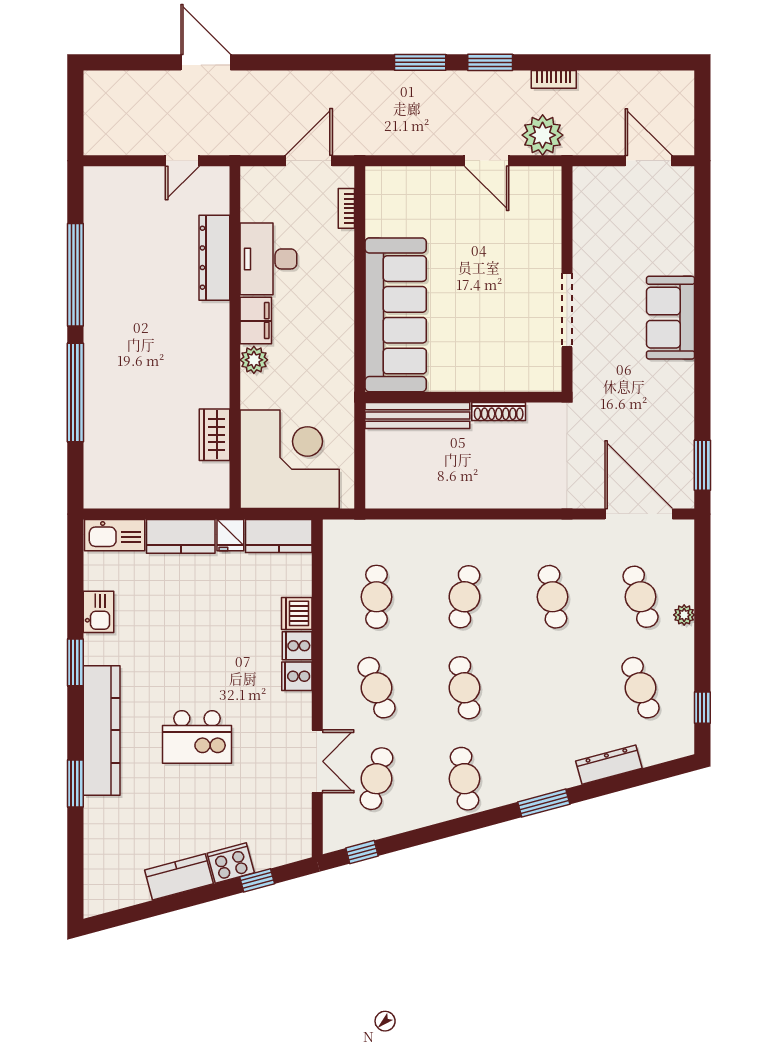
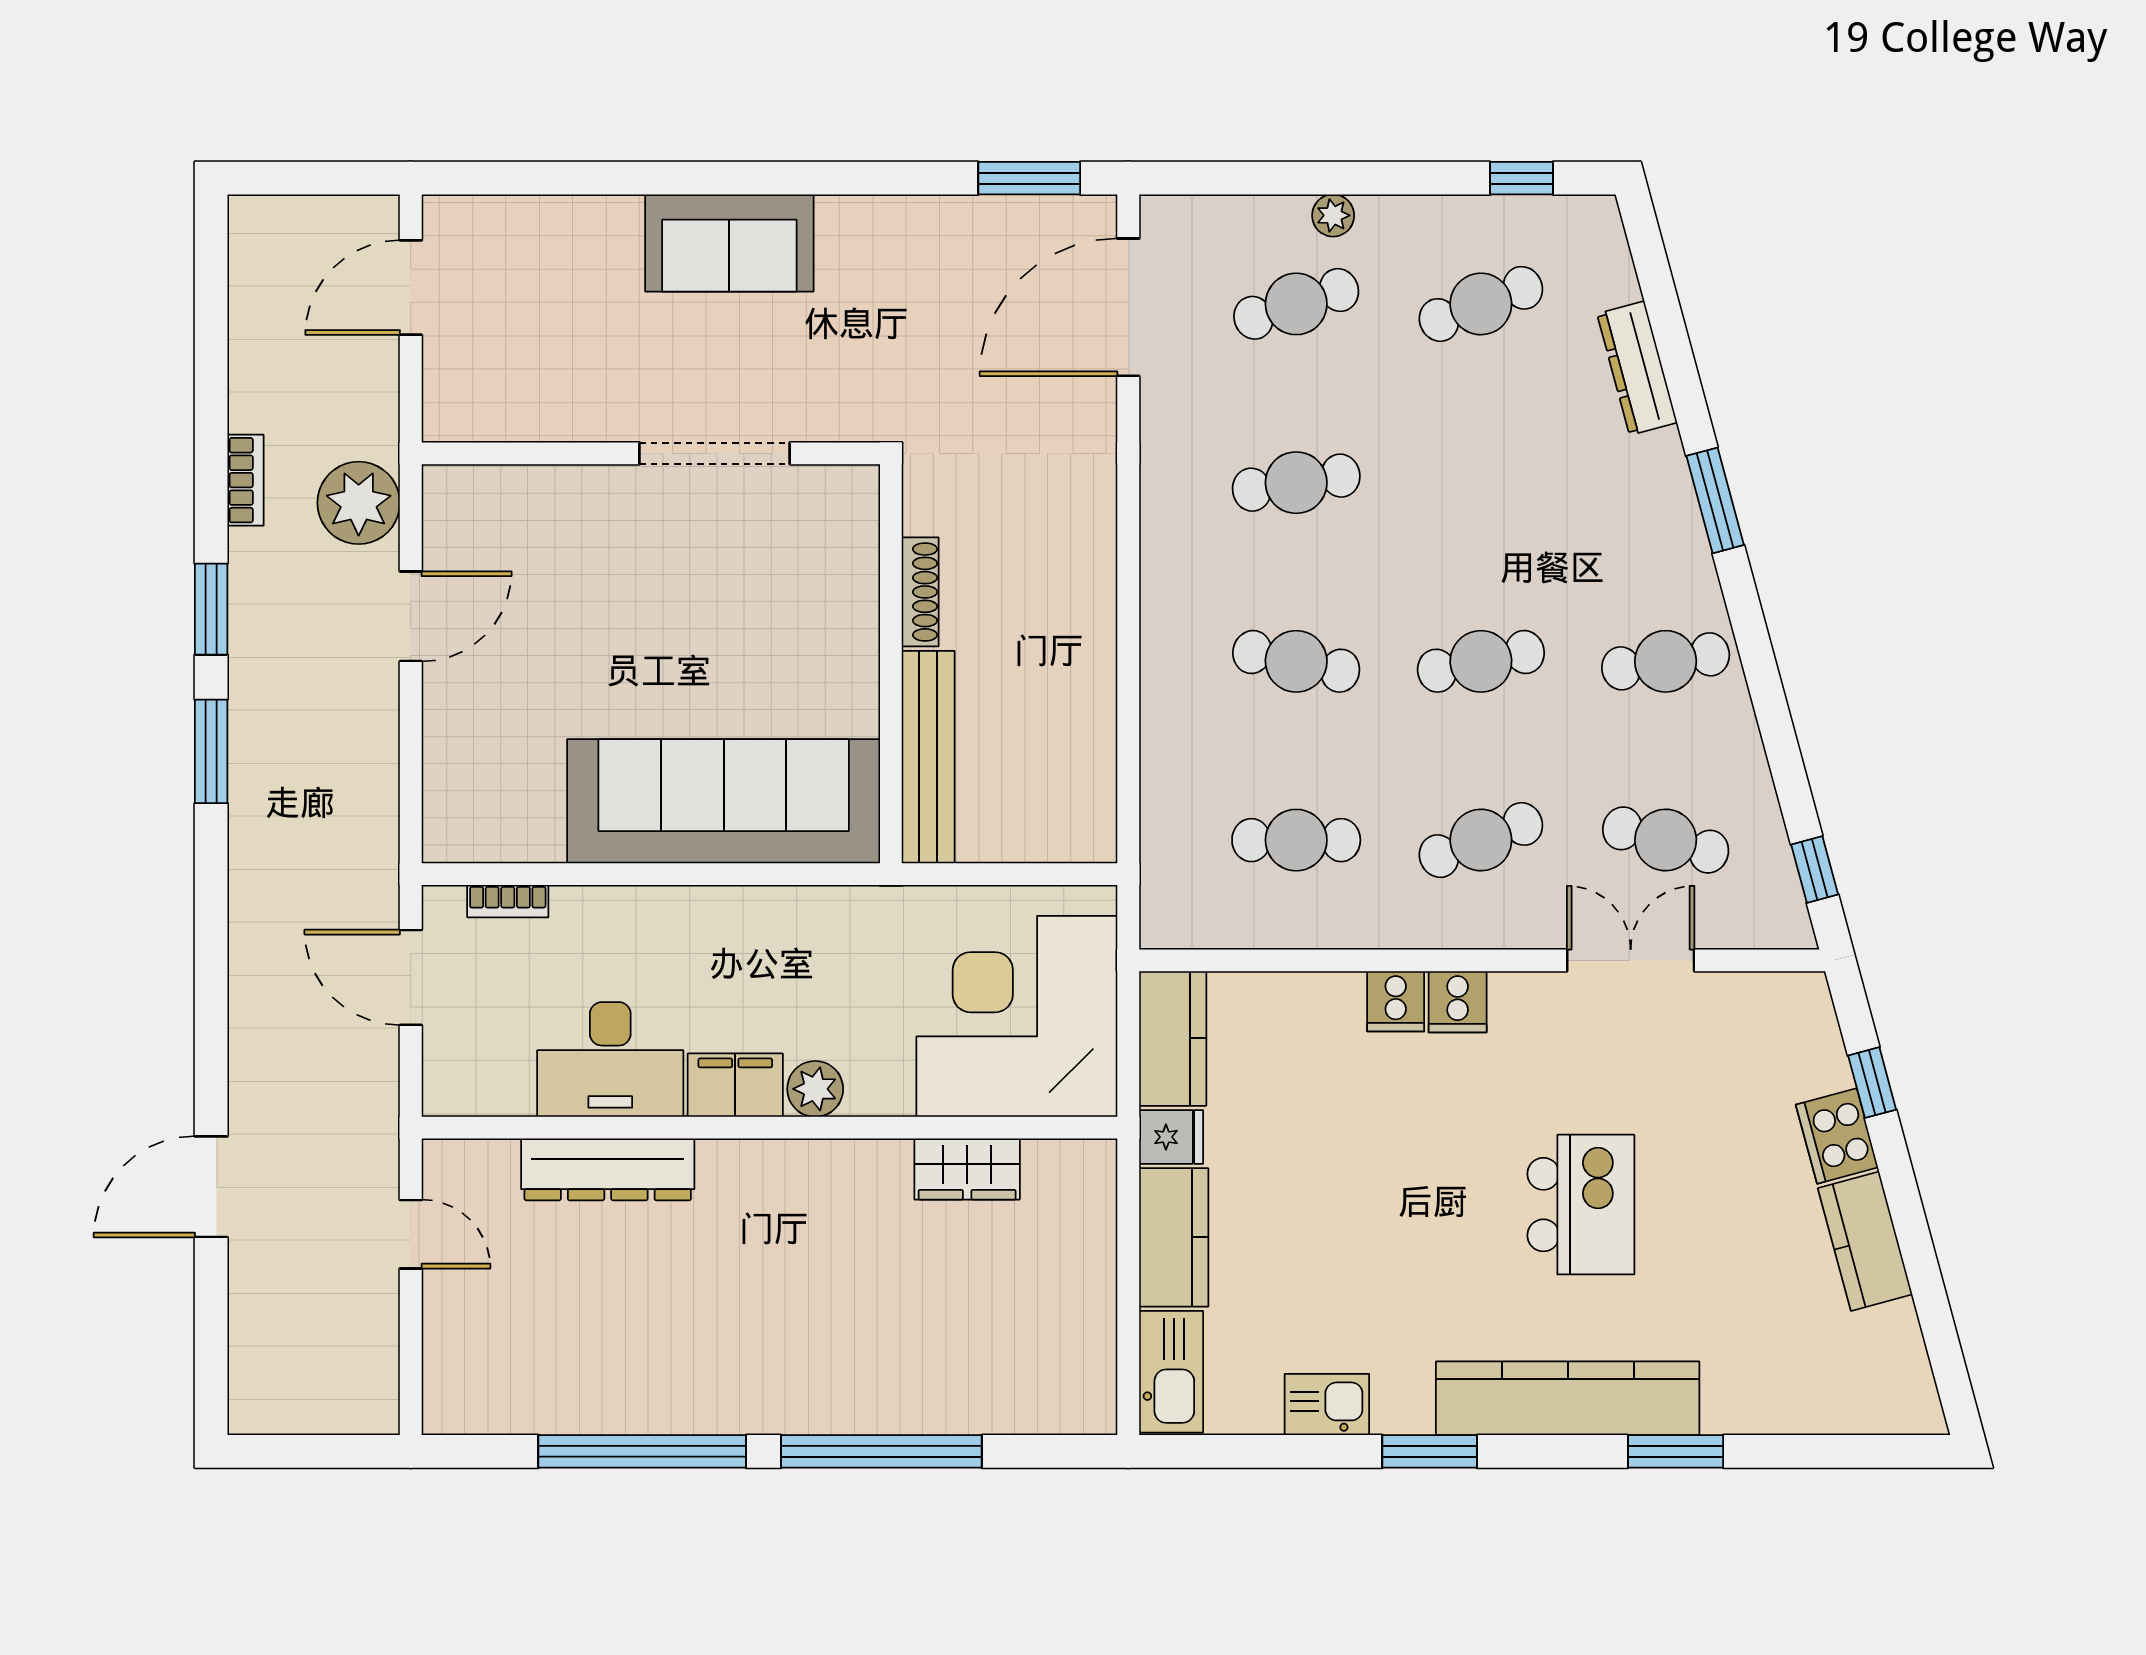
dishwasher: (297, 613) -> (1330, 1002), removed

